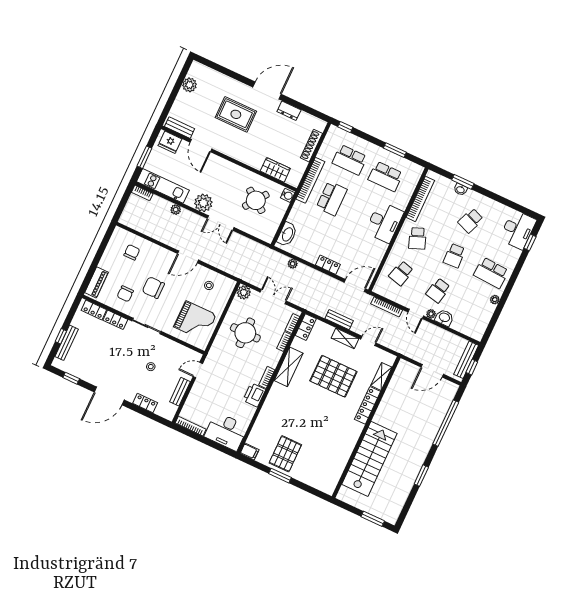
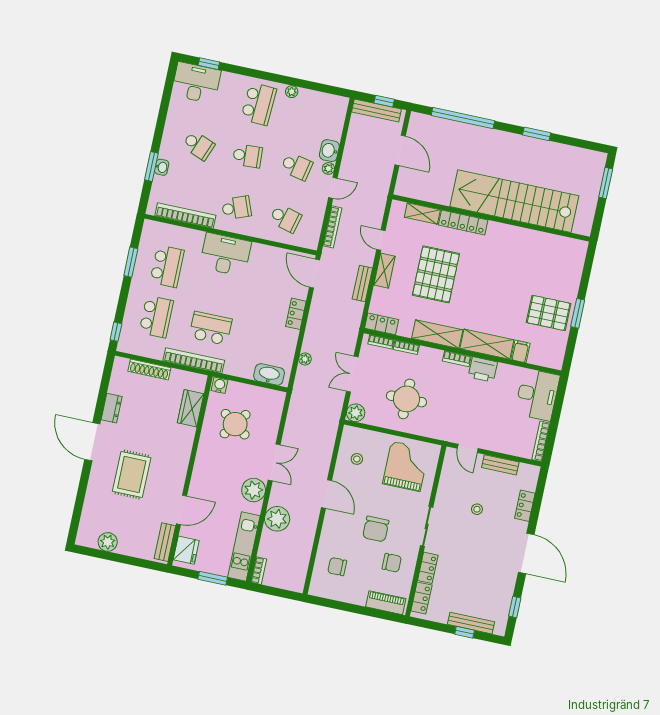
plant: (176, 210) -> (277, 519), width x1.88, depth x1.88
shelving: (272, 402) -> (487, 344), added
filing cabinet: (250, 452) -> (520, 351), moved
stairs: (369, 459) -> (514, 201), width x1.36

